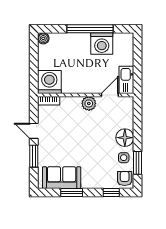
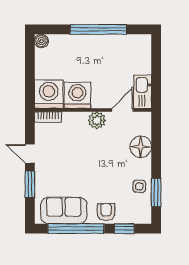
washing machine: (102, 43) -> (77, 95), moved, turned 180
floor lamp: (125, 138) -> (141, 147), moved
armchair: (125, 179) -> (106, 212), moved
window: (72, 192) -> (76, 229), width x2.11

